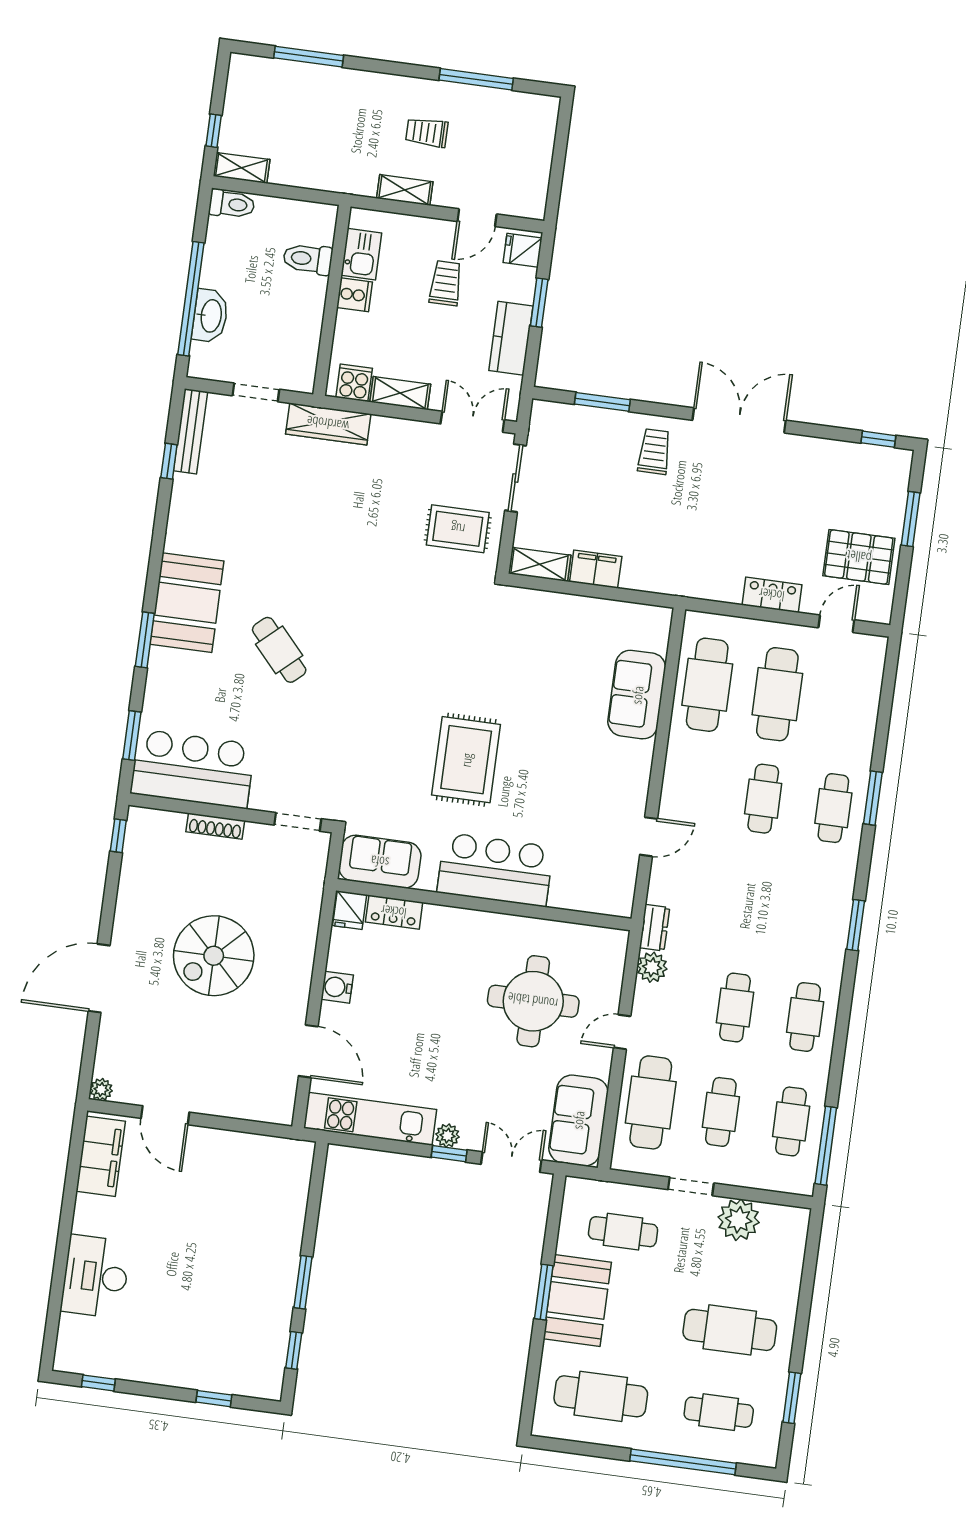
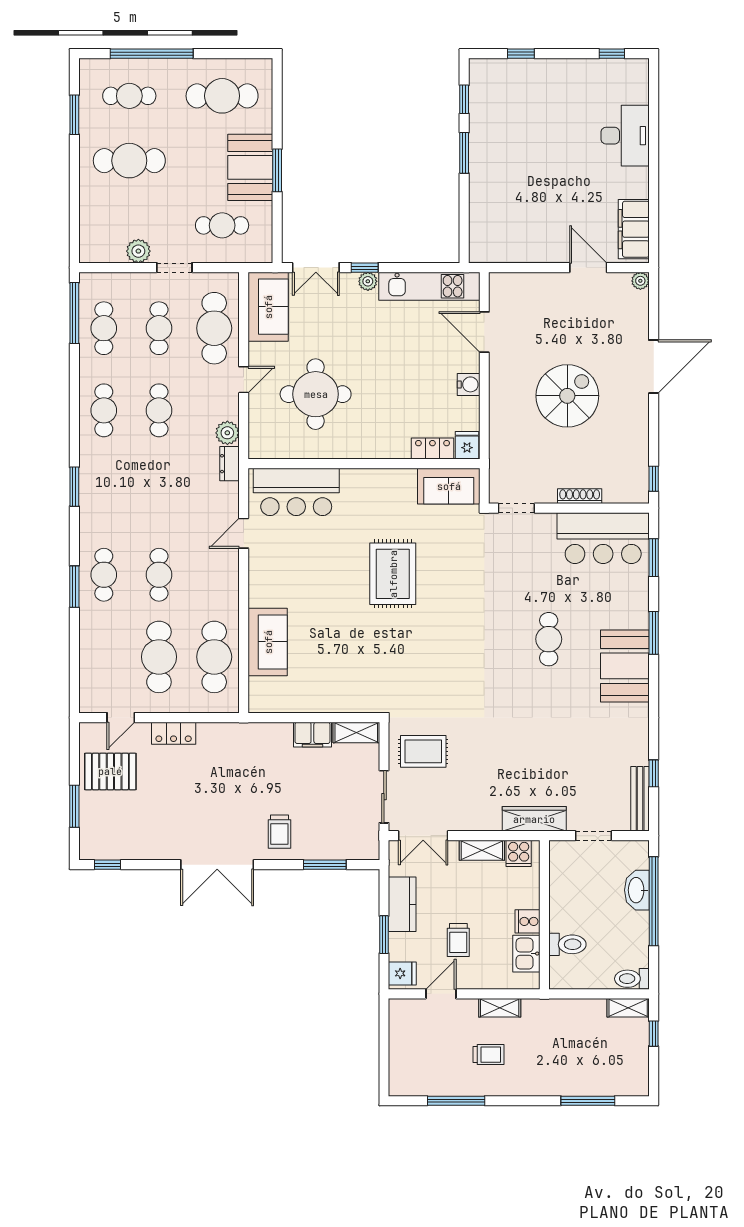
cafe table: (279, 650) -> (549, 639), turned 42
bar counter: (495, 870) -> (296, 492), moved
plant: (739, 1220) -> (138, 251), width x0.73, depth x0.73

